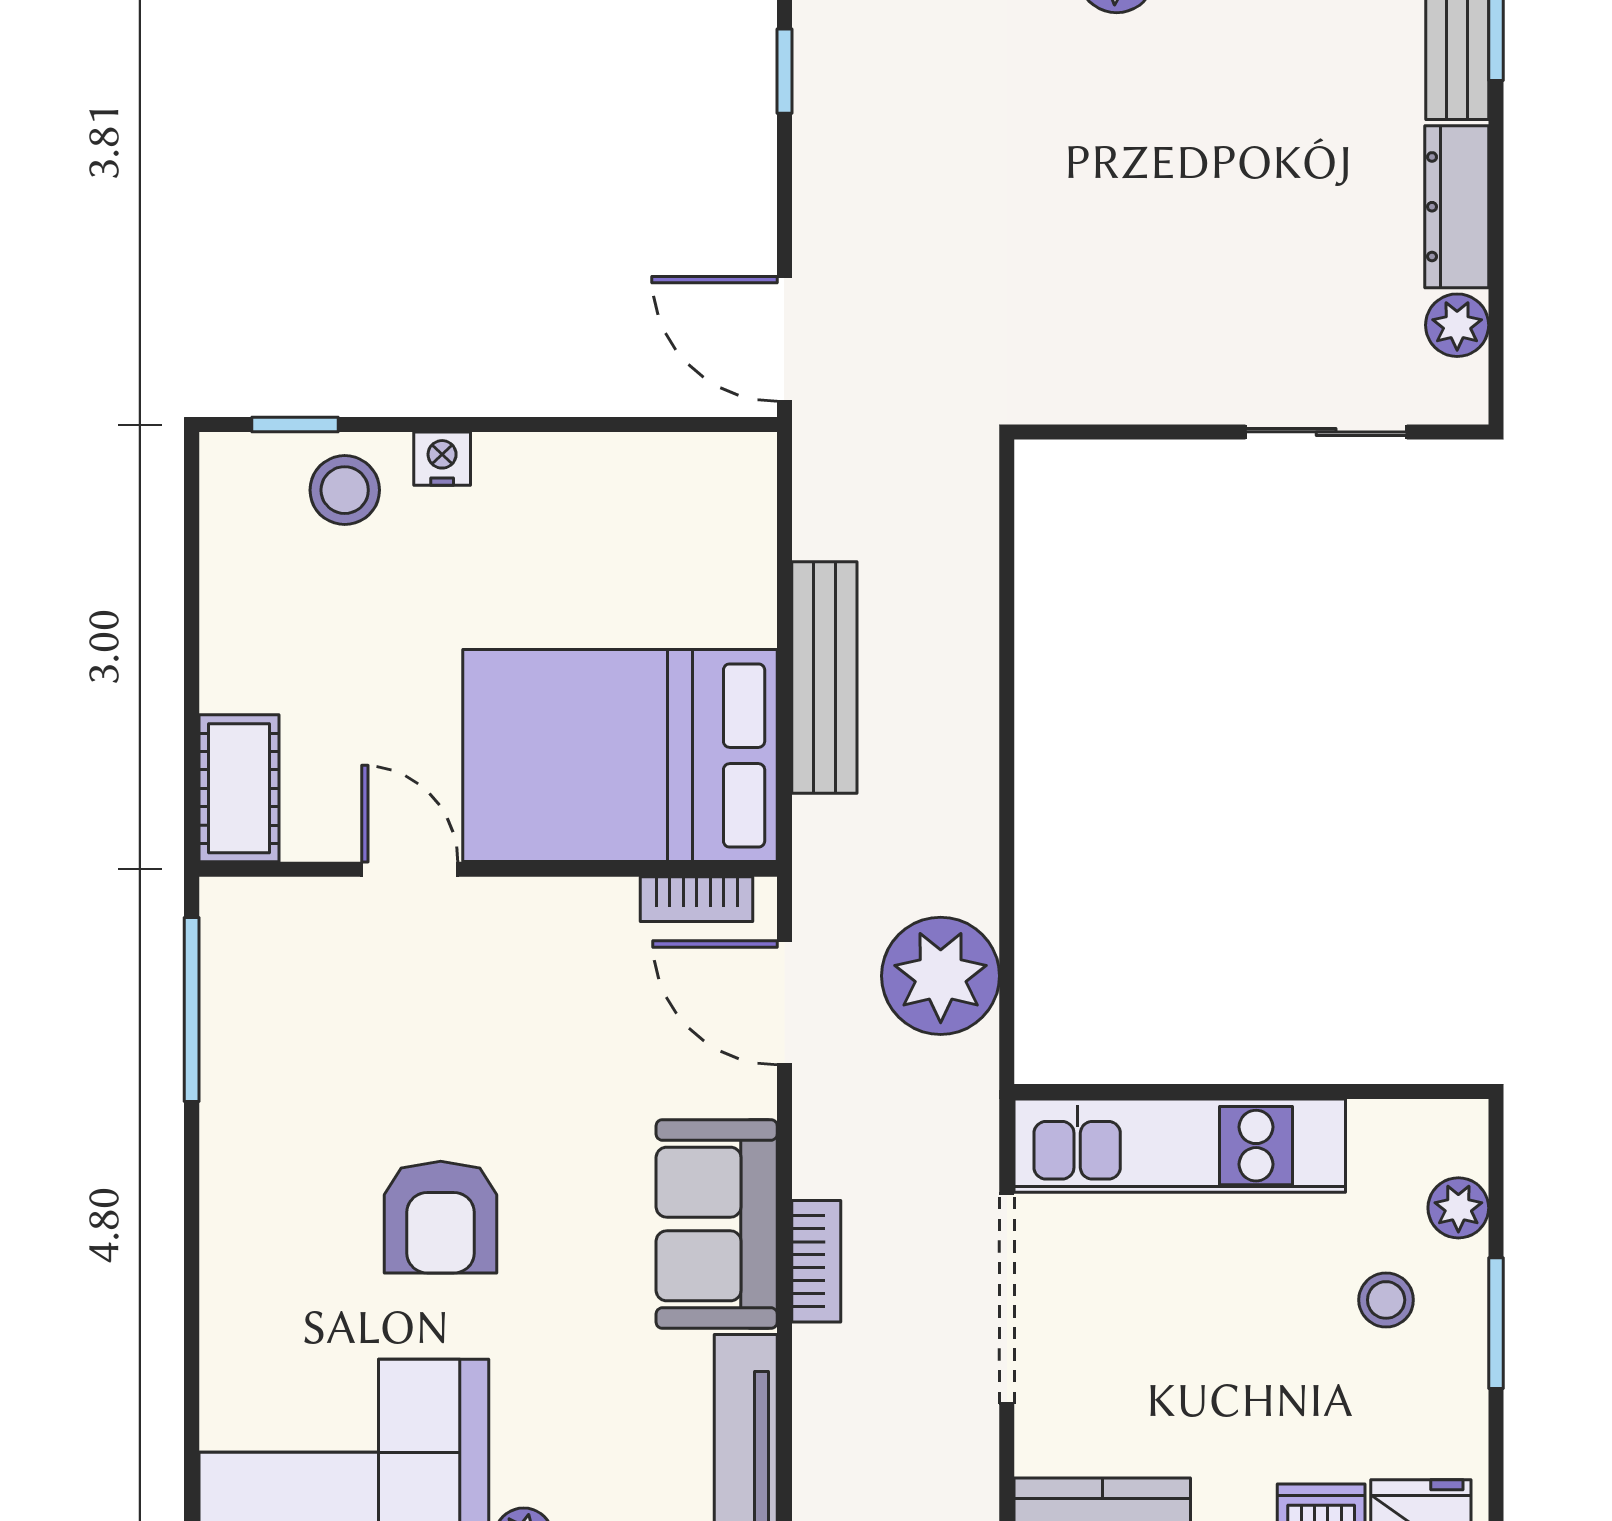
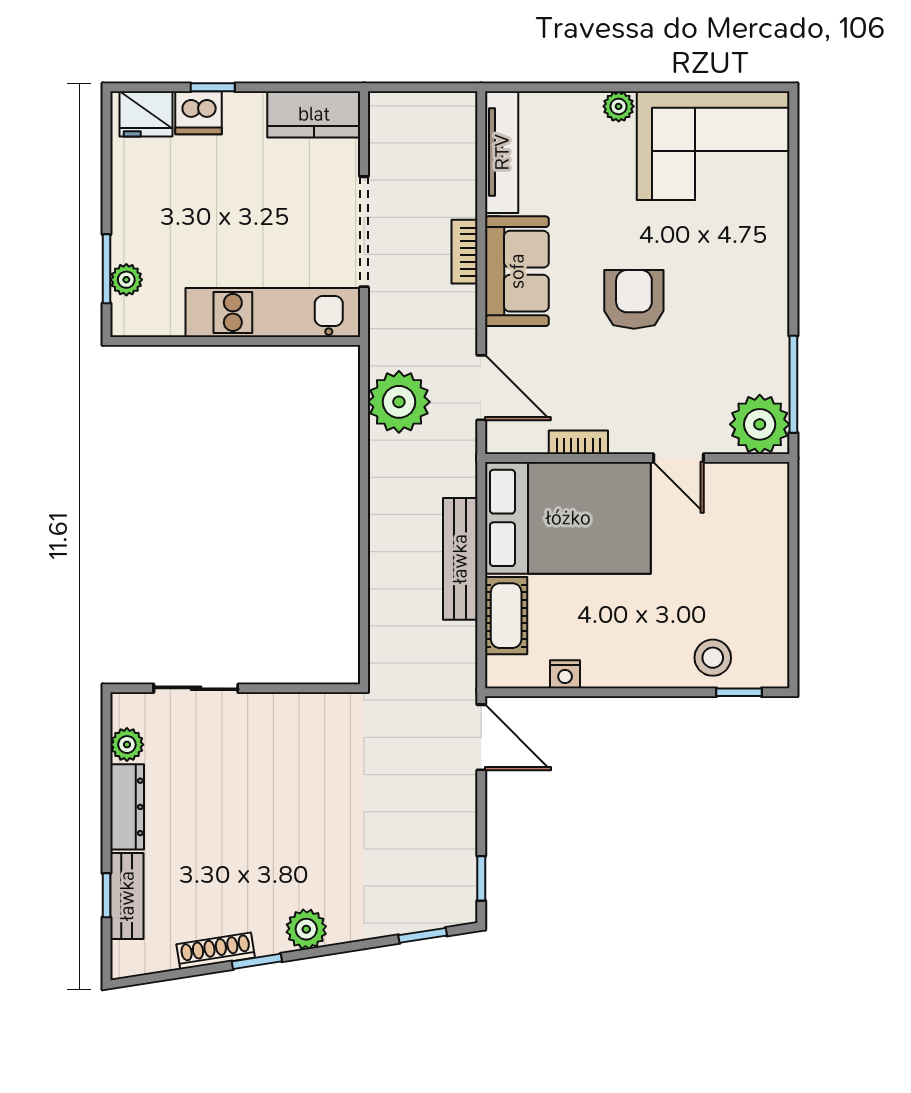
nightstand: (442, 459) -> (565, 674), moved
cot: (239, 788) -> (506, 616), moved
bookcase: (697, 899) -> (578, 442), moved
plant: (256, 933) -> (760, 424), added
armchair: (441, 1217) -> (634, 299), moved
stool: (1386, 1300) -> (164, 231), removed
window: (1496, 1323) -> (107, 269), moved

